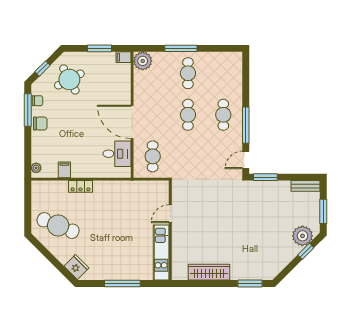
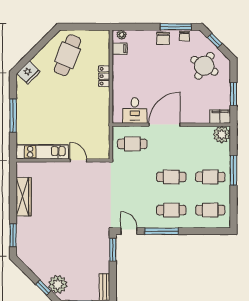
filing cabinet: (124, 57) -> (220, 117), width x2.00
cafe table: (223, 73) -> (210, 210), added
round table: (69, 79) -> (204, 66), turned -31
filing cabinet: (64, 170) -> (120, 49), moved

